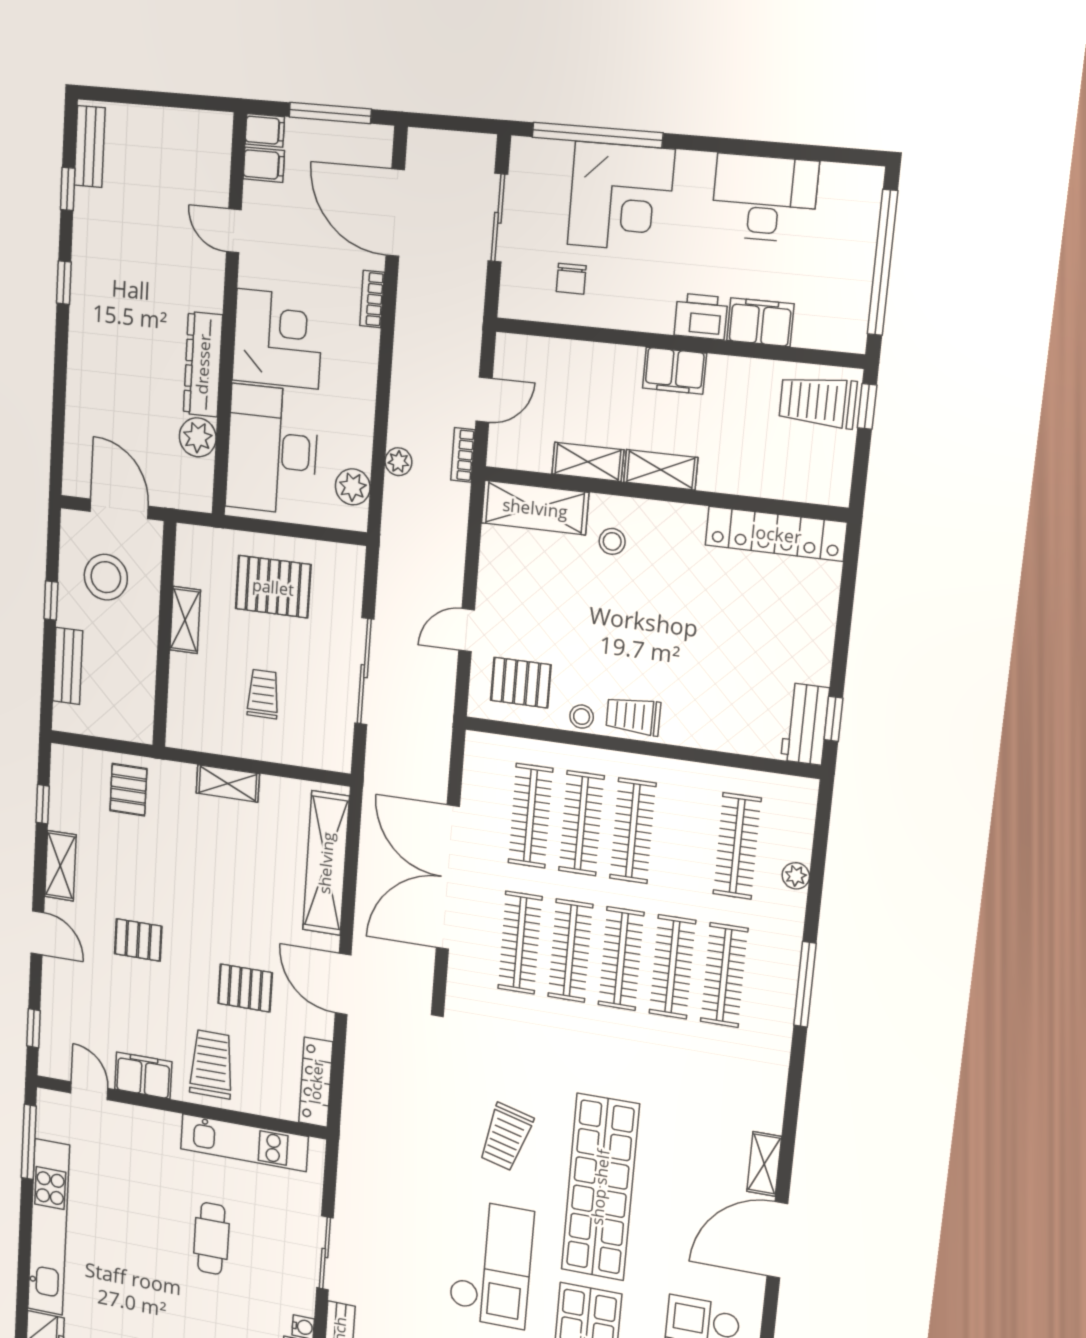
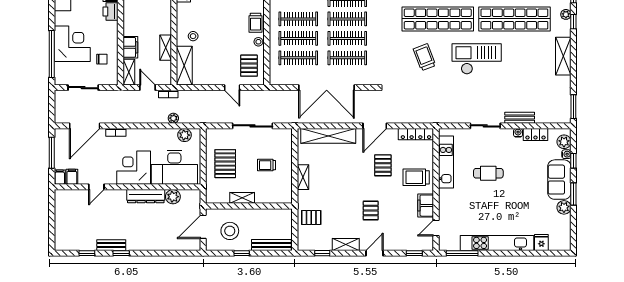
bench: (90, 147) -> (111, 245), moved
filing cabinet: (674, 371) -> (130, 47), moved
shelving: (661, 470) -> (129, 72), moved
bench: (68, 666) -> (271, 245), width x1.36
trolley: (506, 1137) -> (424, 57), turned -126

